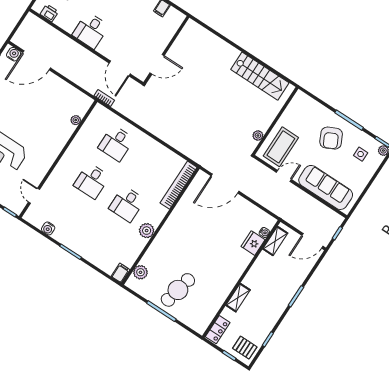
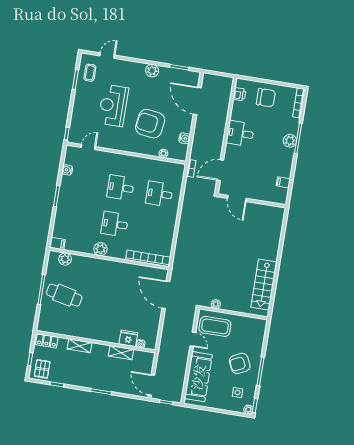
water cooler: (14, 54) -> (185, 138), moved
armchair: (38, 120) -> (150, 124), added
shelving: (275, 241) -> (121, 353), moved

